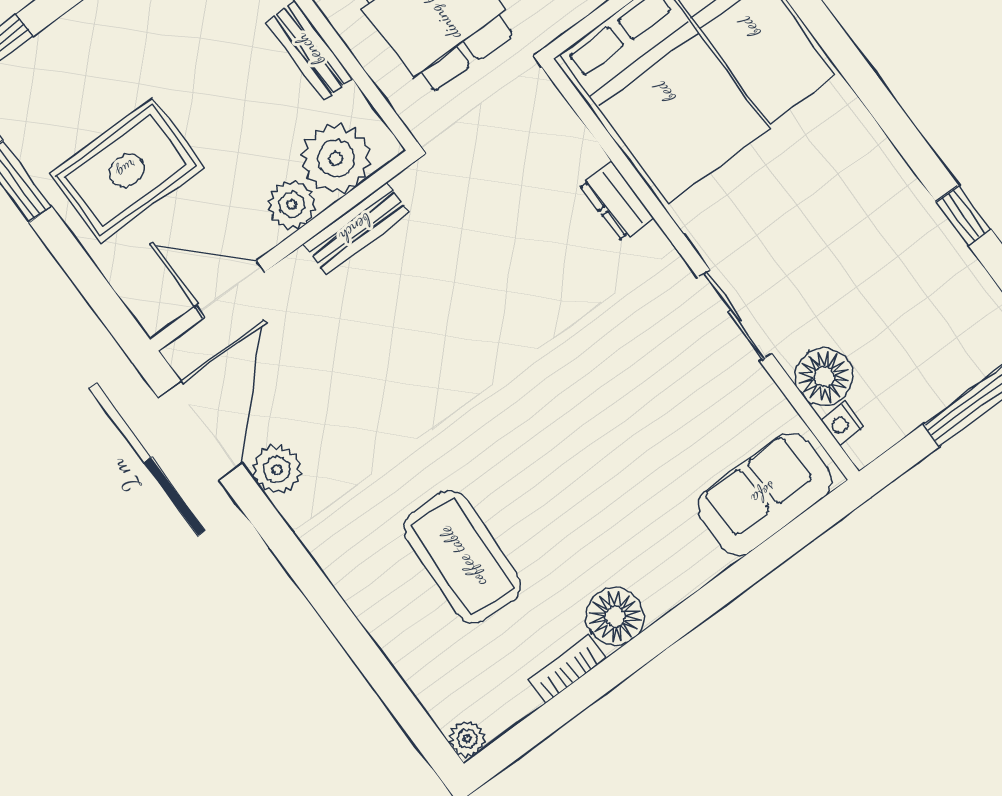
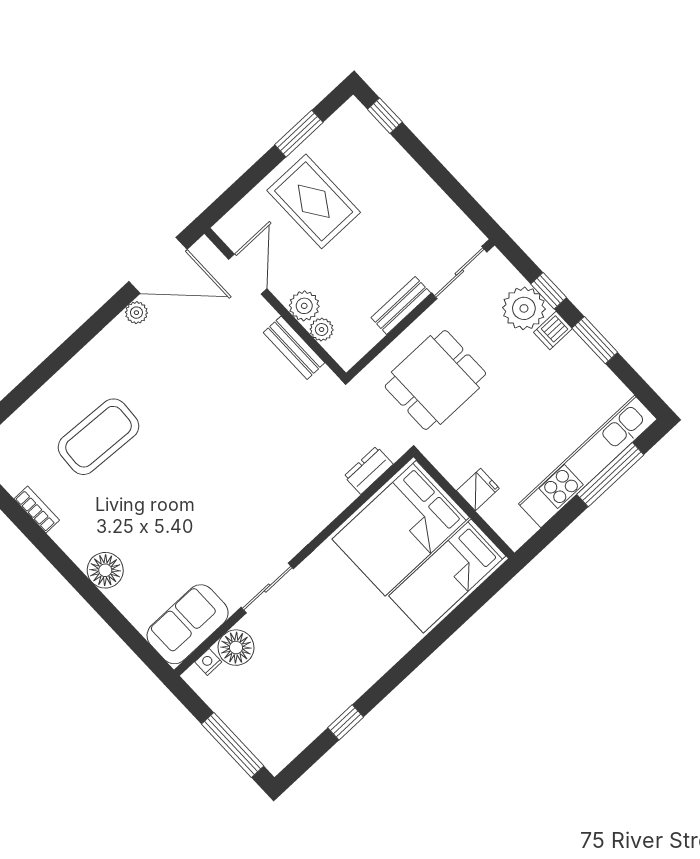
plant: (336, 159) -> (322, 330), width x0.53, depth x0.53
dresser: (617, 201) -> (369, 470), moved
plant: (277, 470) -> (136, 313), width x0.73, depth x0.73
sofa: (764, 494) -> (188, 624), moved, turned -90
floor lamp: (615, 616) -> (105, 570), moved

